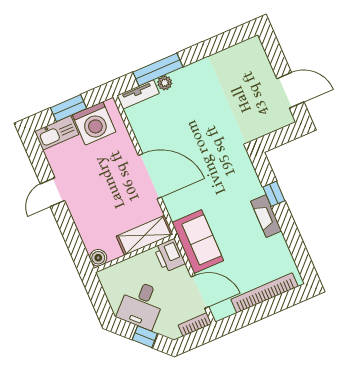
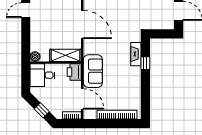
fireplace: (266, 216) -> (136, 54), moved
desk: (141, 305) -> (42, 75), moved, turned 45

